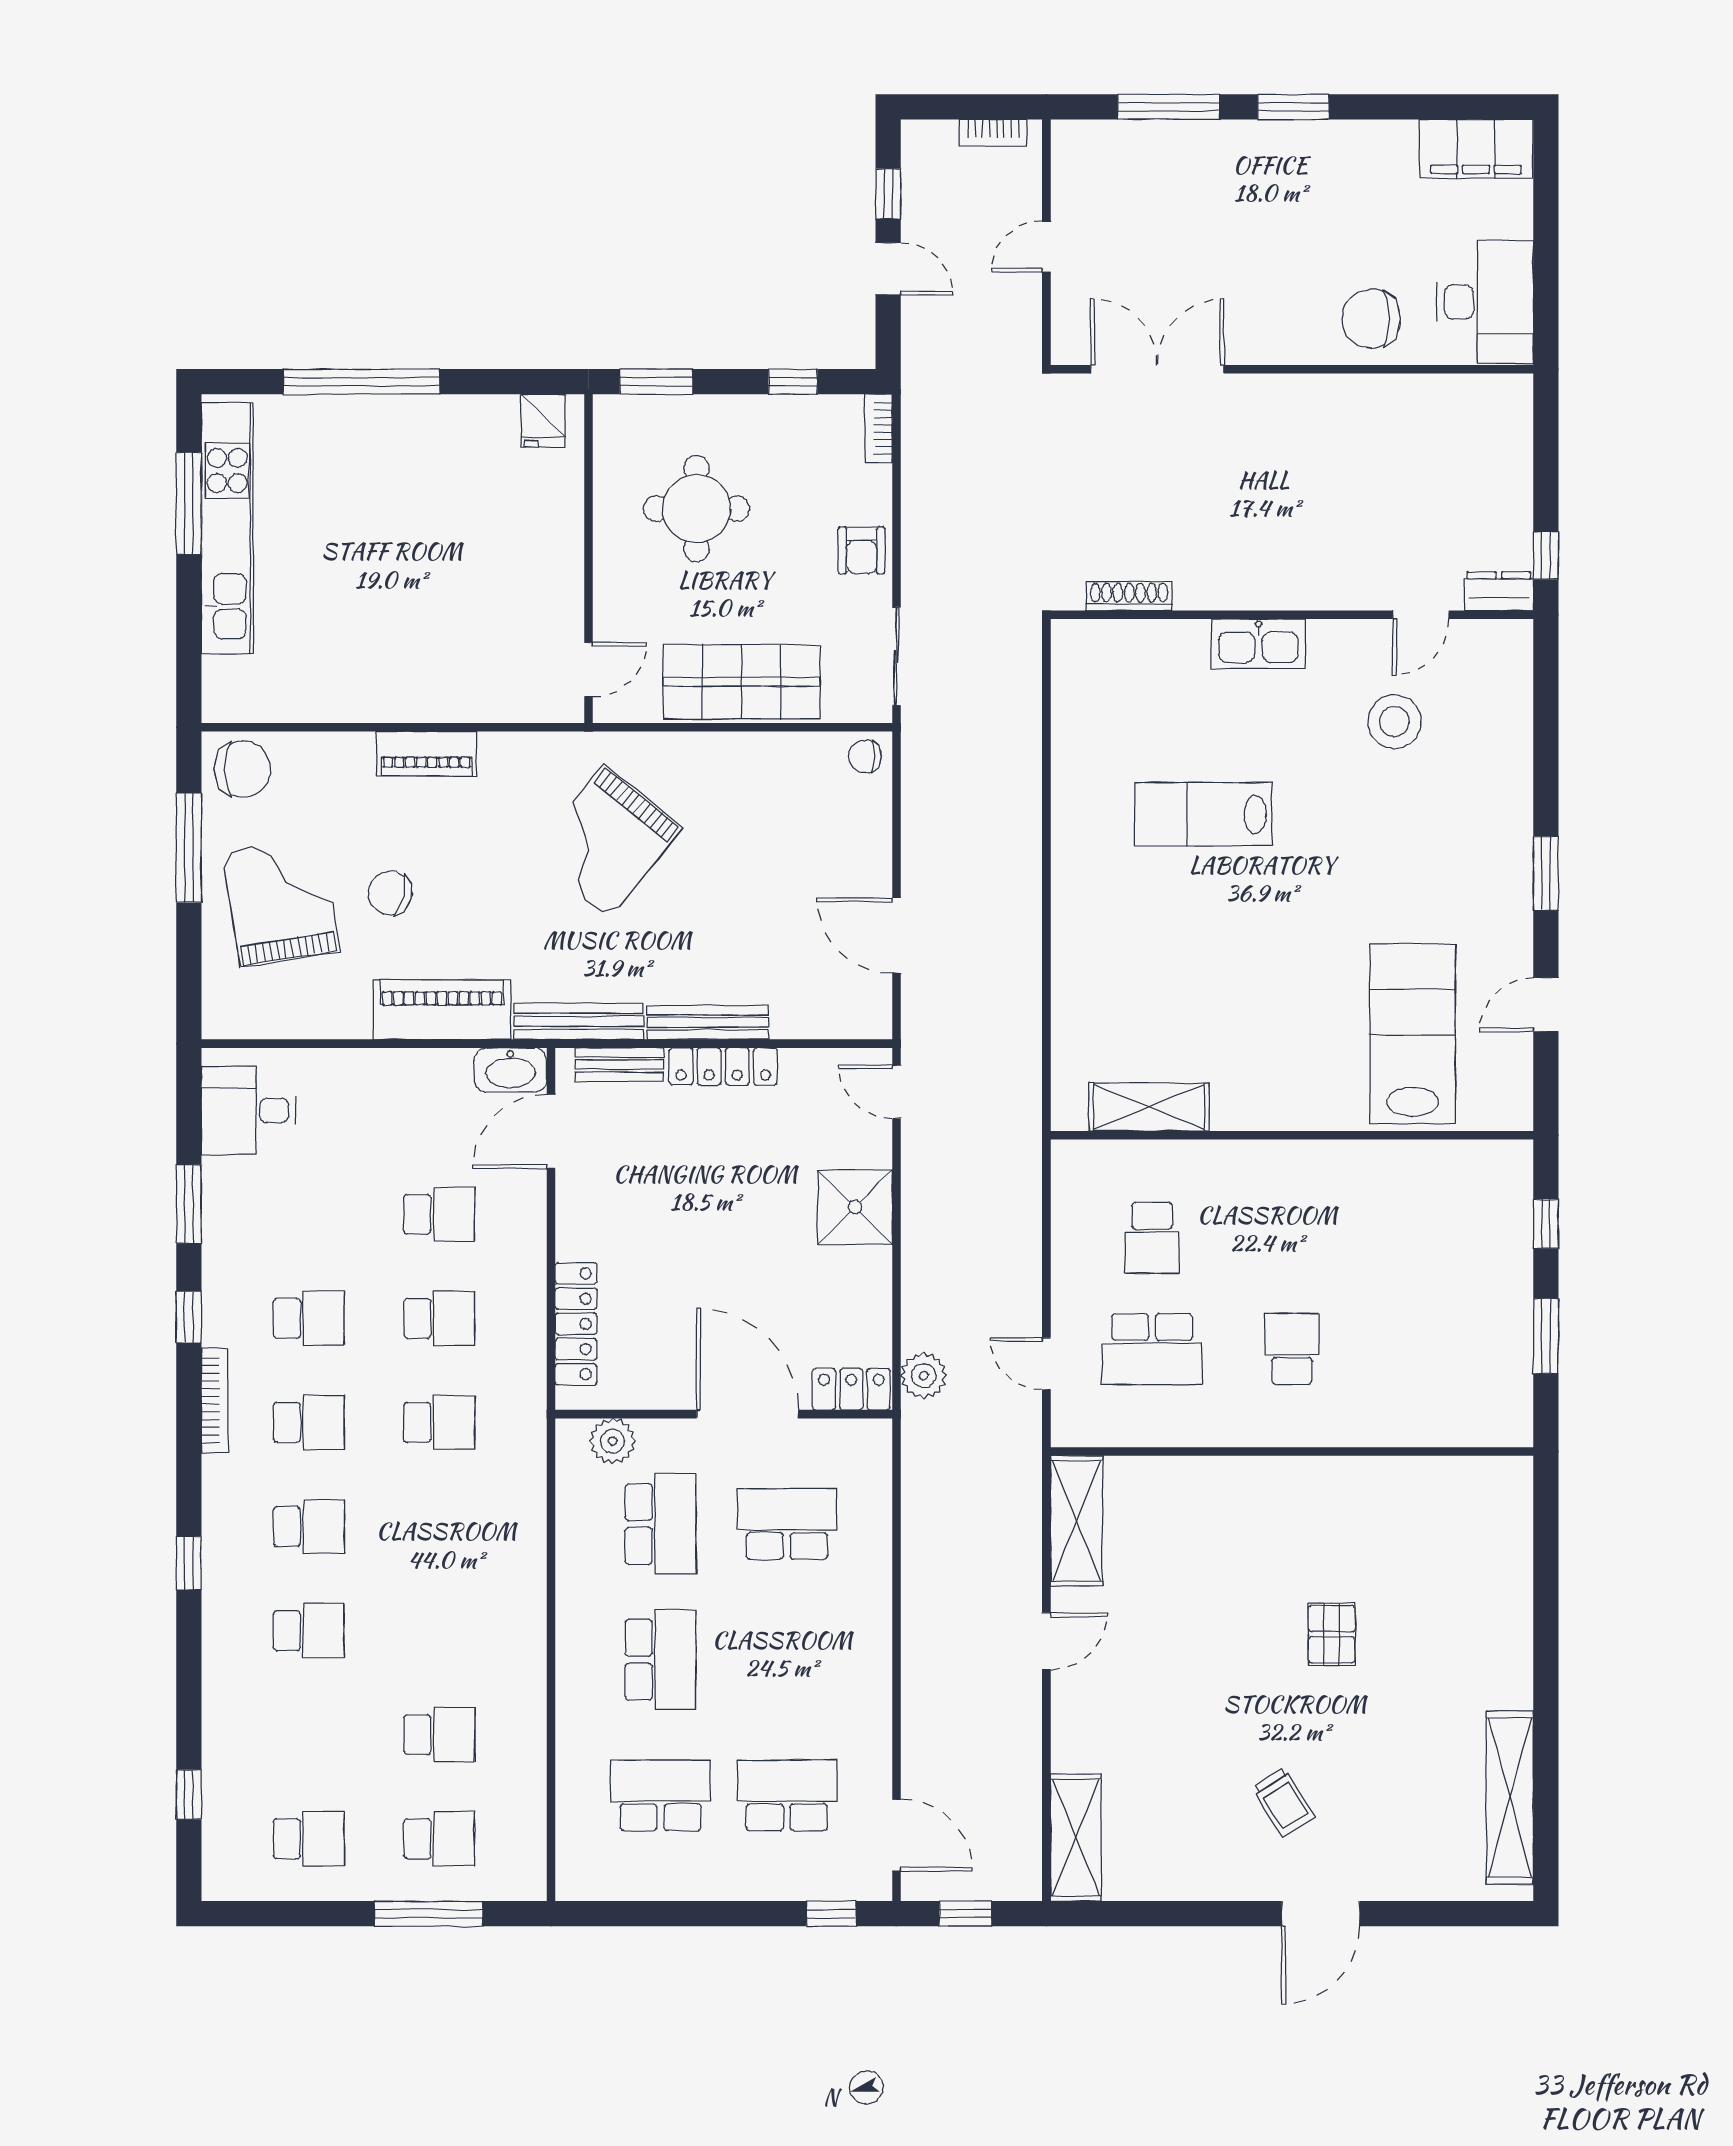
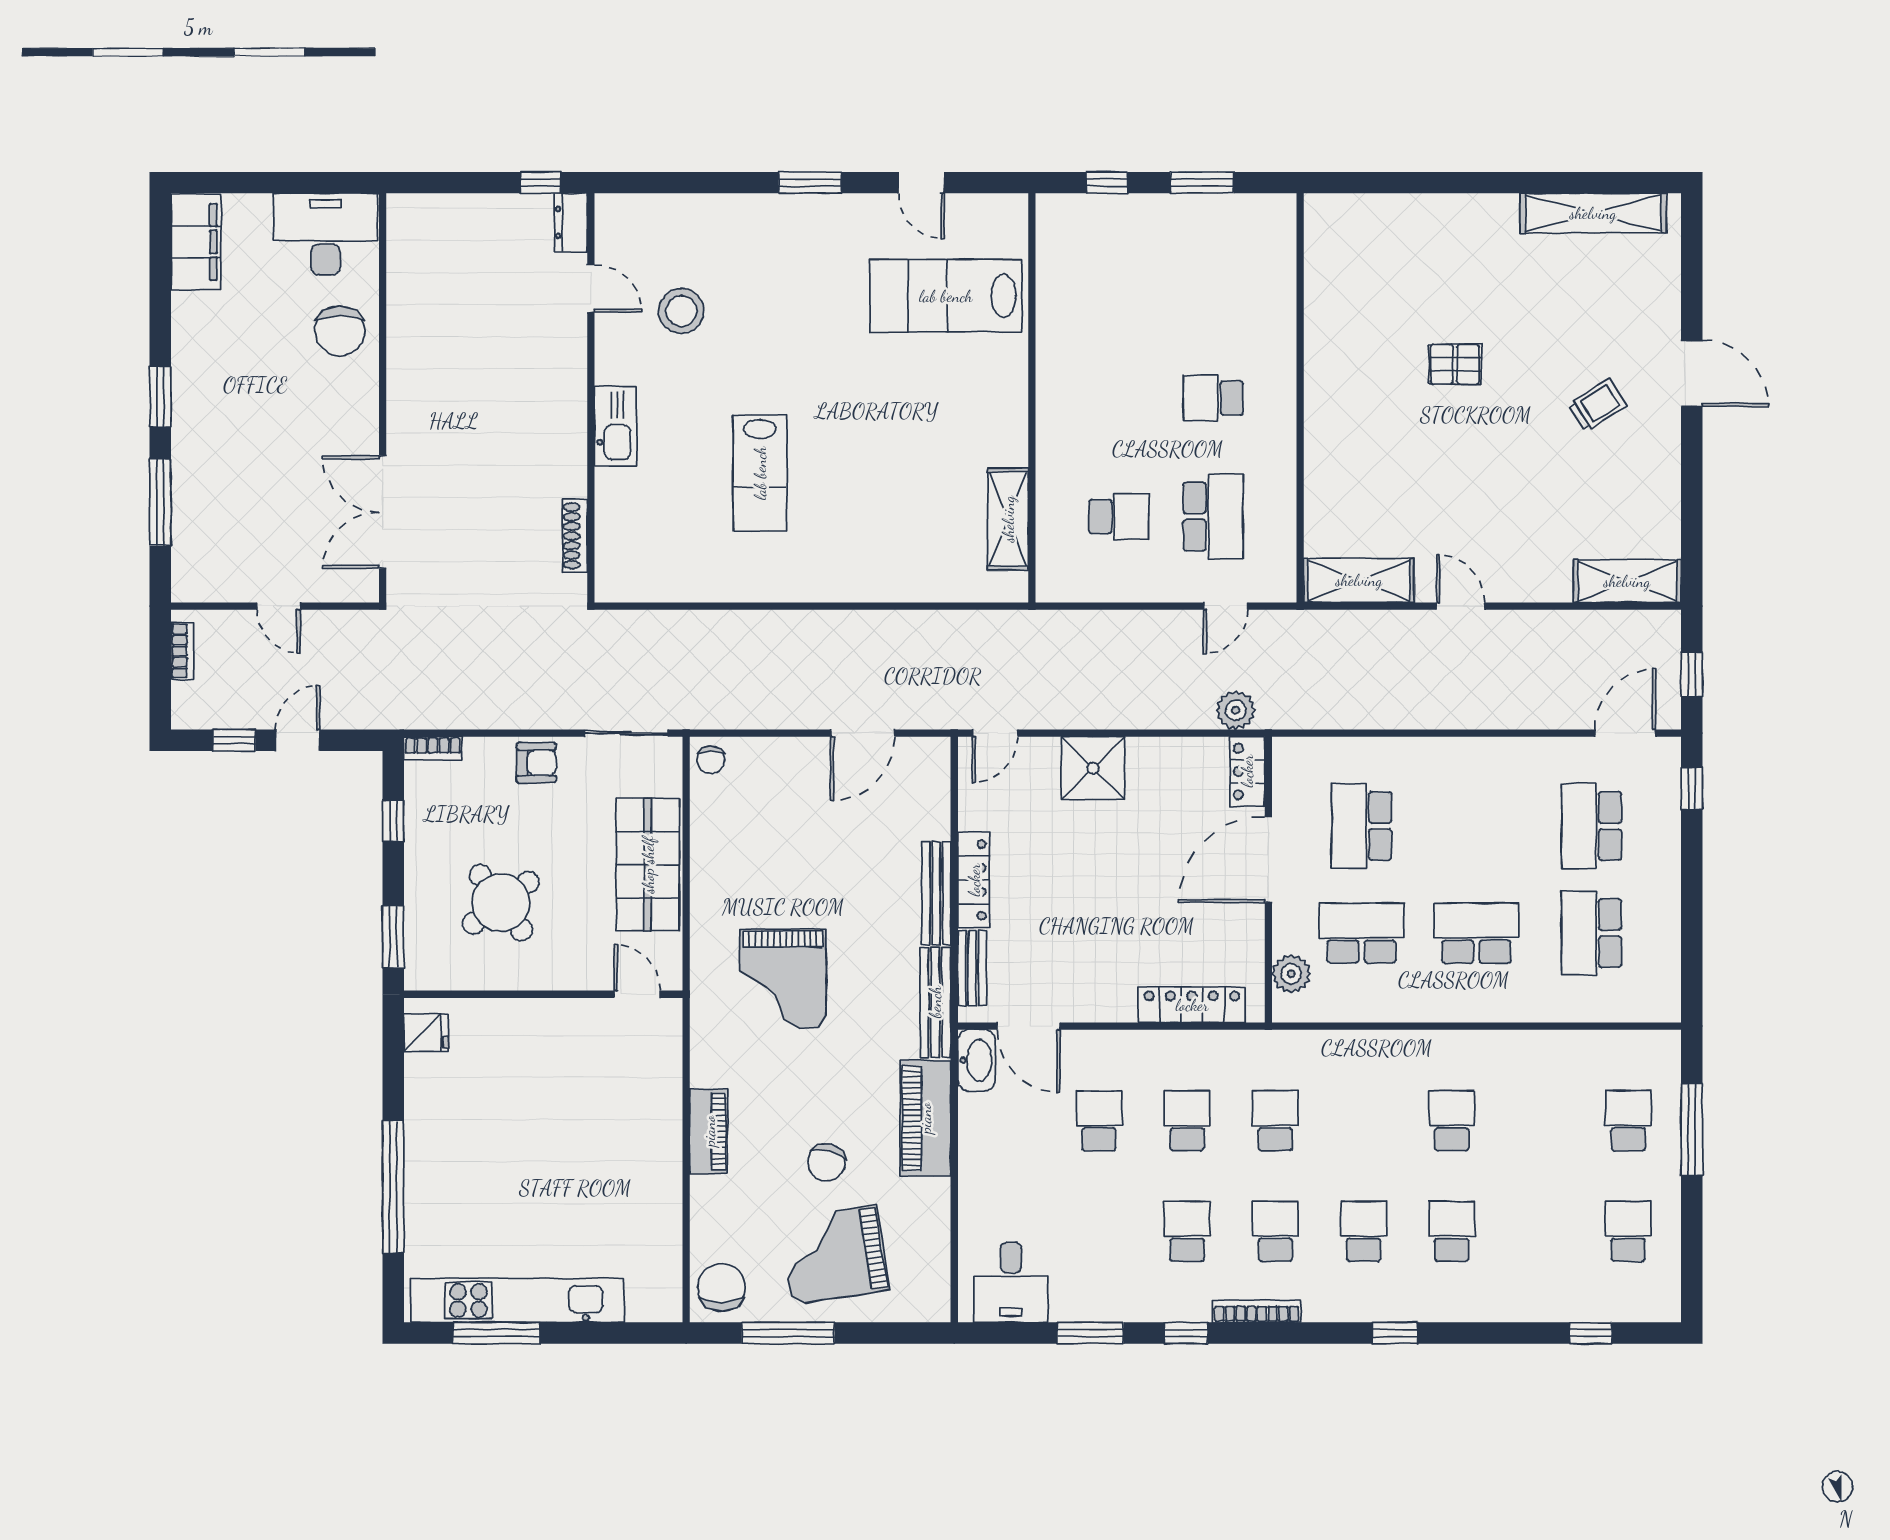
round table: (696, 509) -> (501, 903), turned -37
grand piano: (606, 841) -> (783, 979), turned 51
school desk: (439, 1735) -> (1452, 1121), moved

